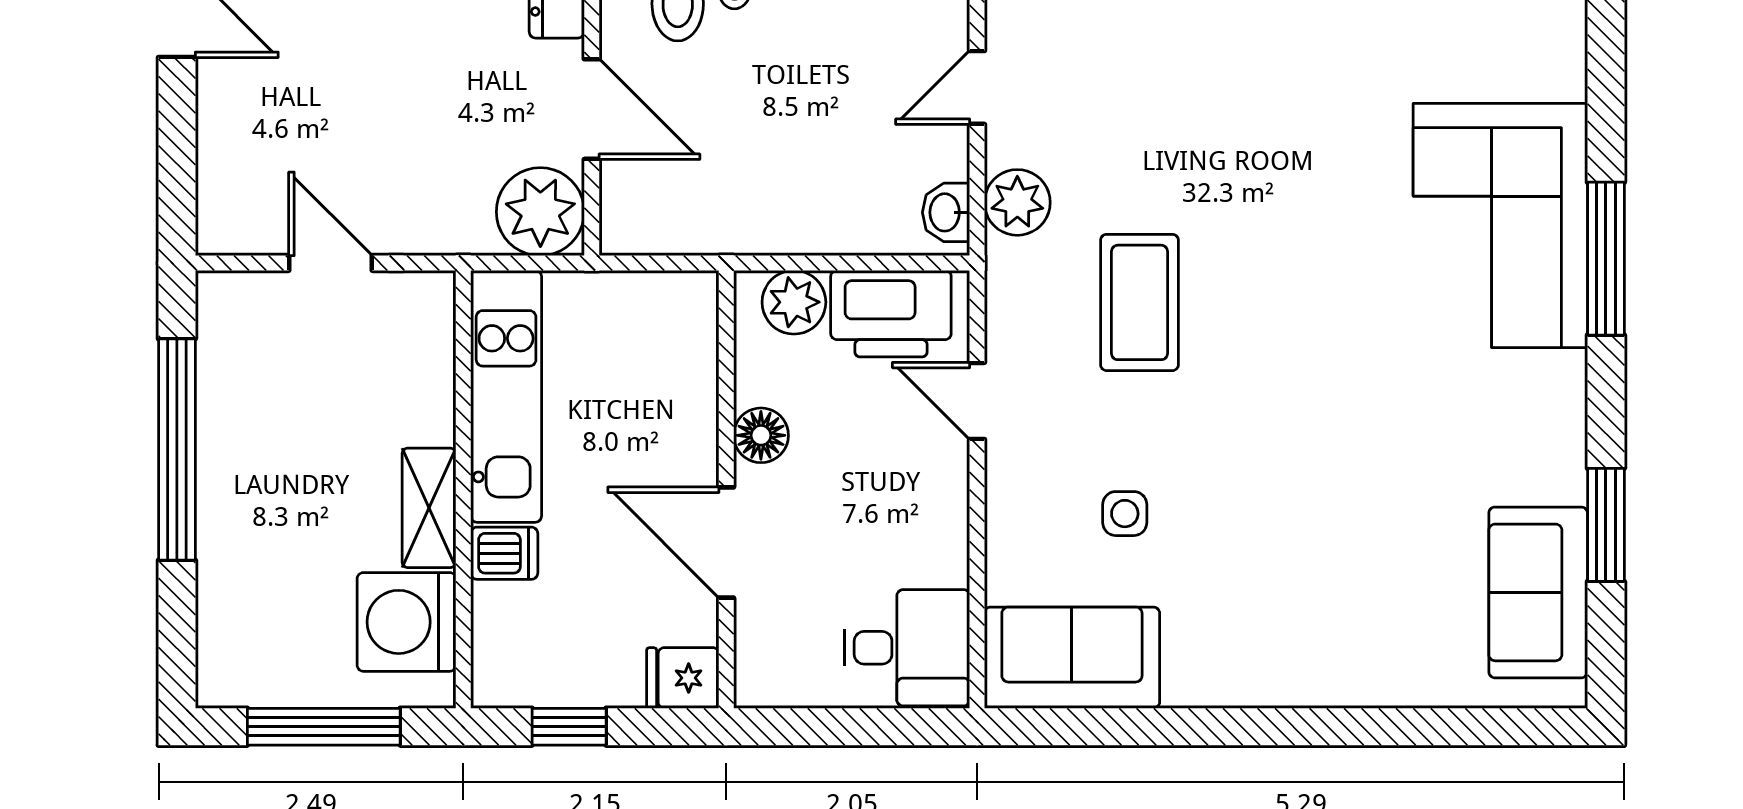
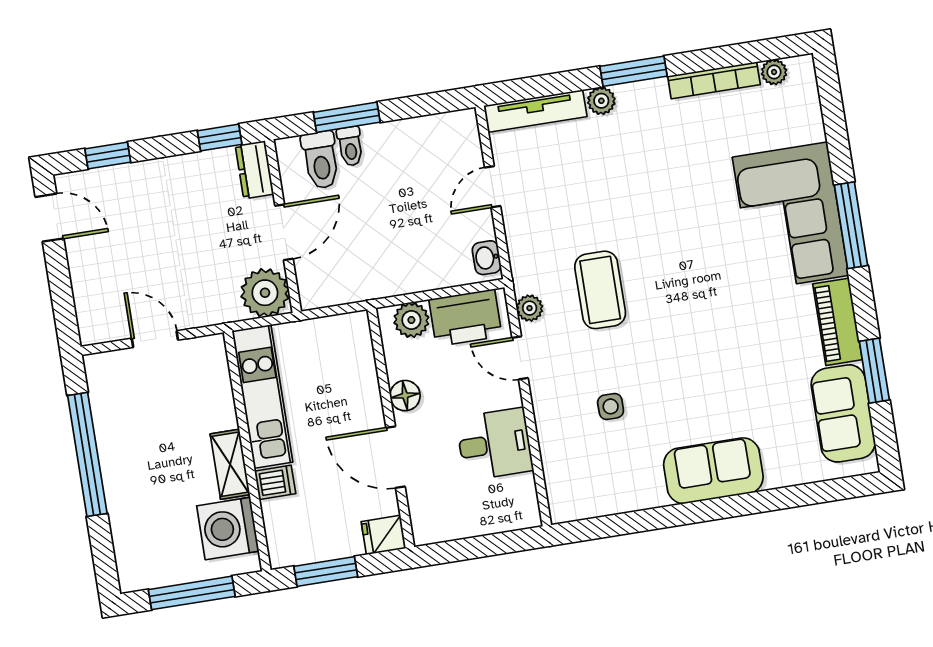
door: (592, 109) -> (284, 232), hinge flipped
plant: (1017, 202) -> (530, 308), moved, width x0.73, depth x0.73
piano: (1554, 427) -> (837, 322), added
desk: (907, 648) -> (495, 444), moved
sofa: (1072, 658) -> (713, 471), moved
window: (569, 727) -> (326, 571), width x1.50

